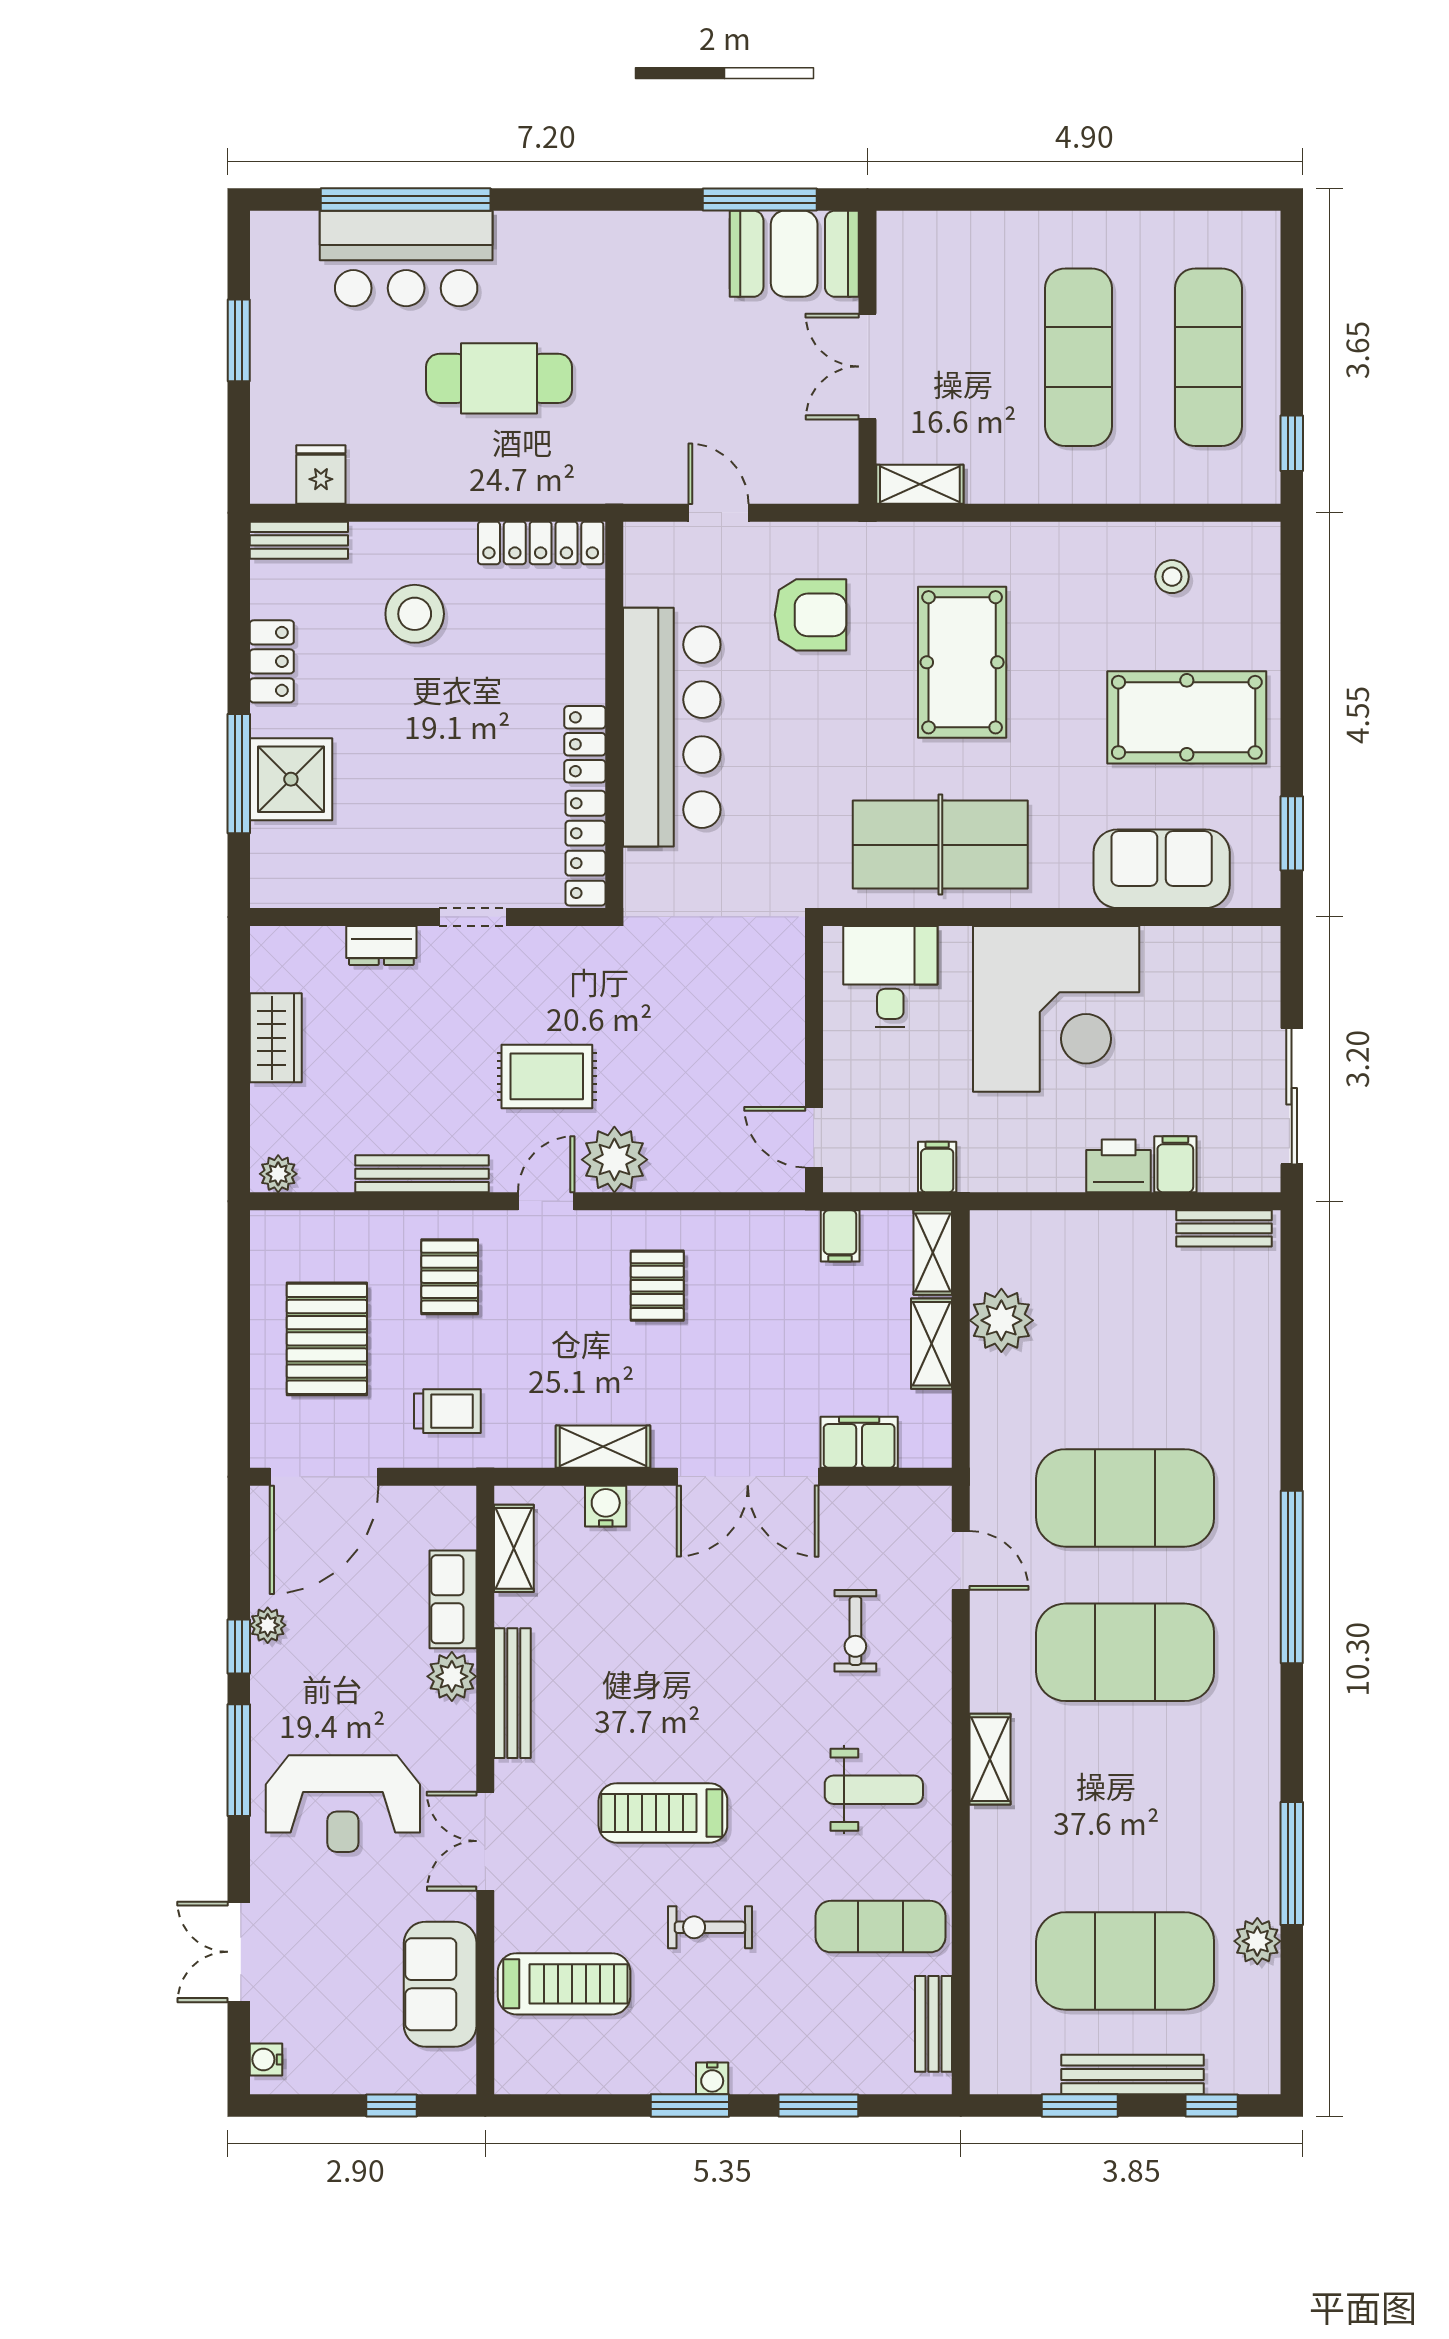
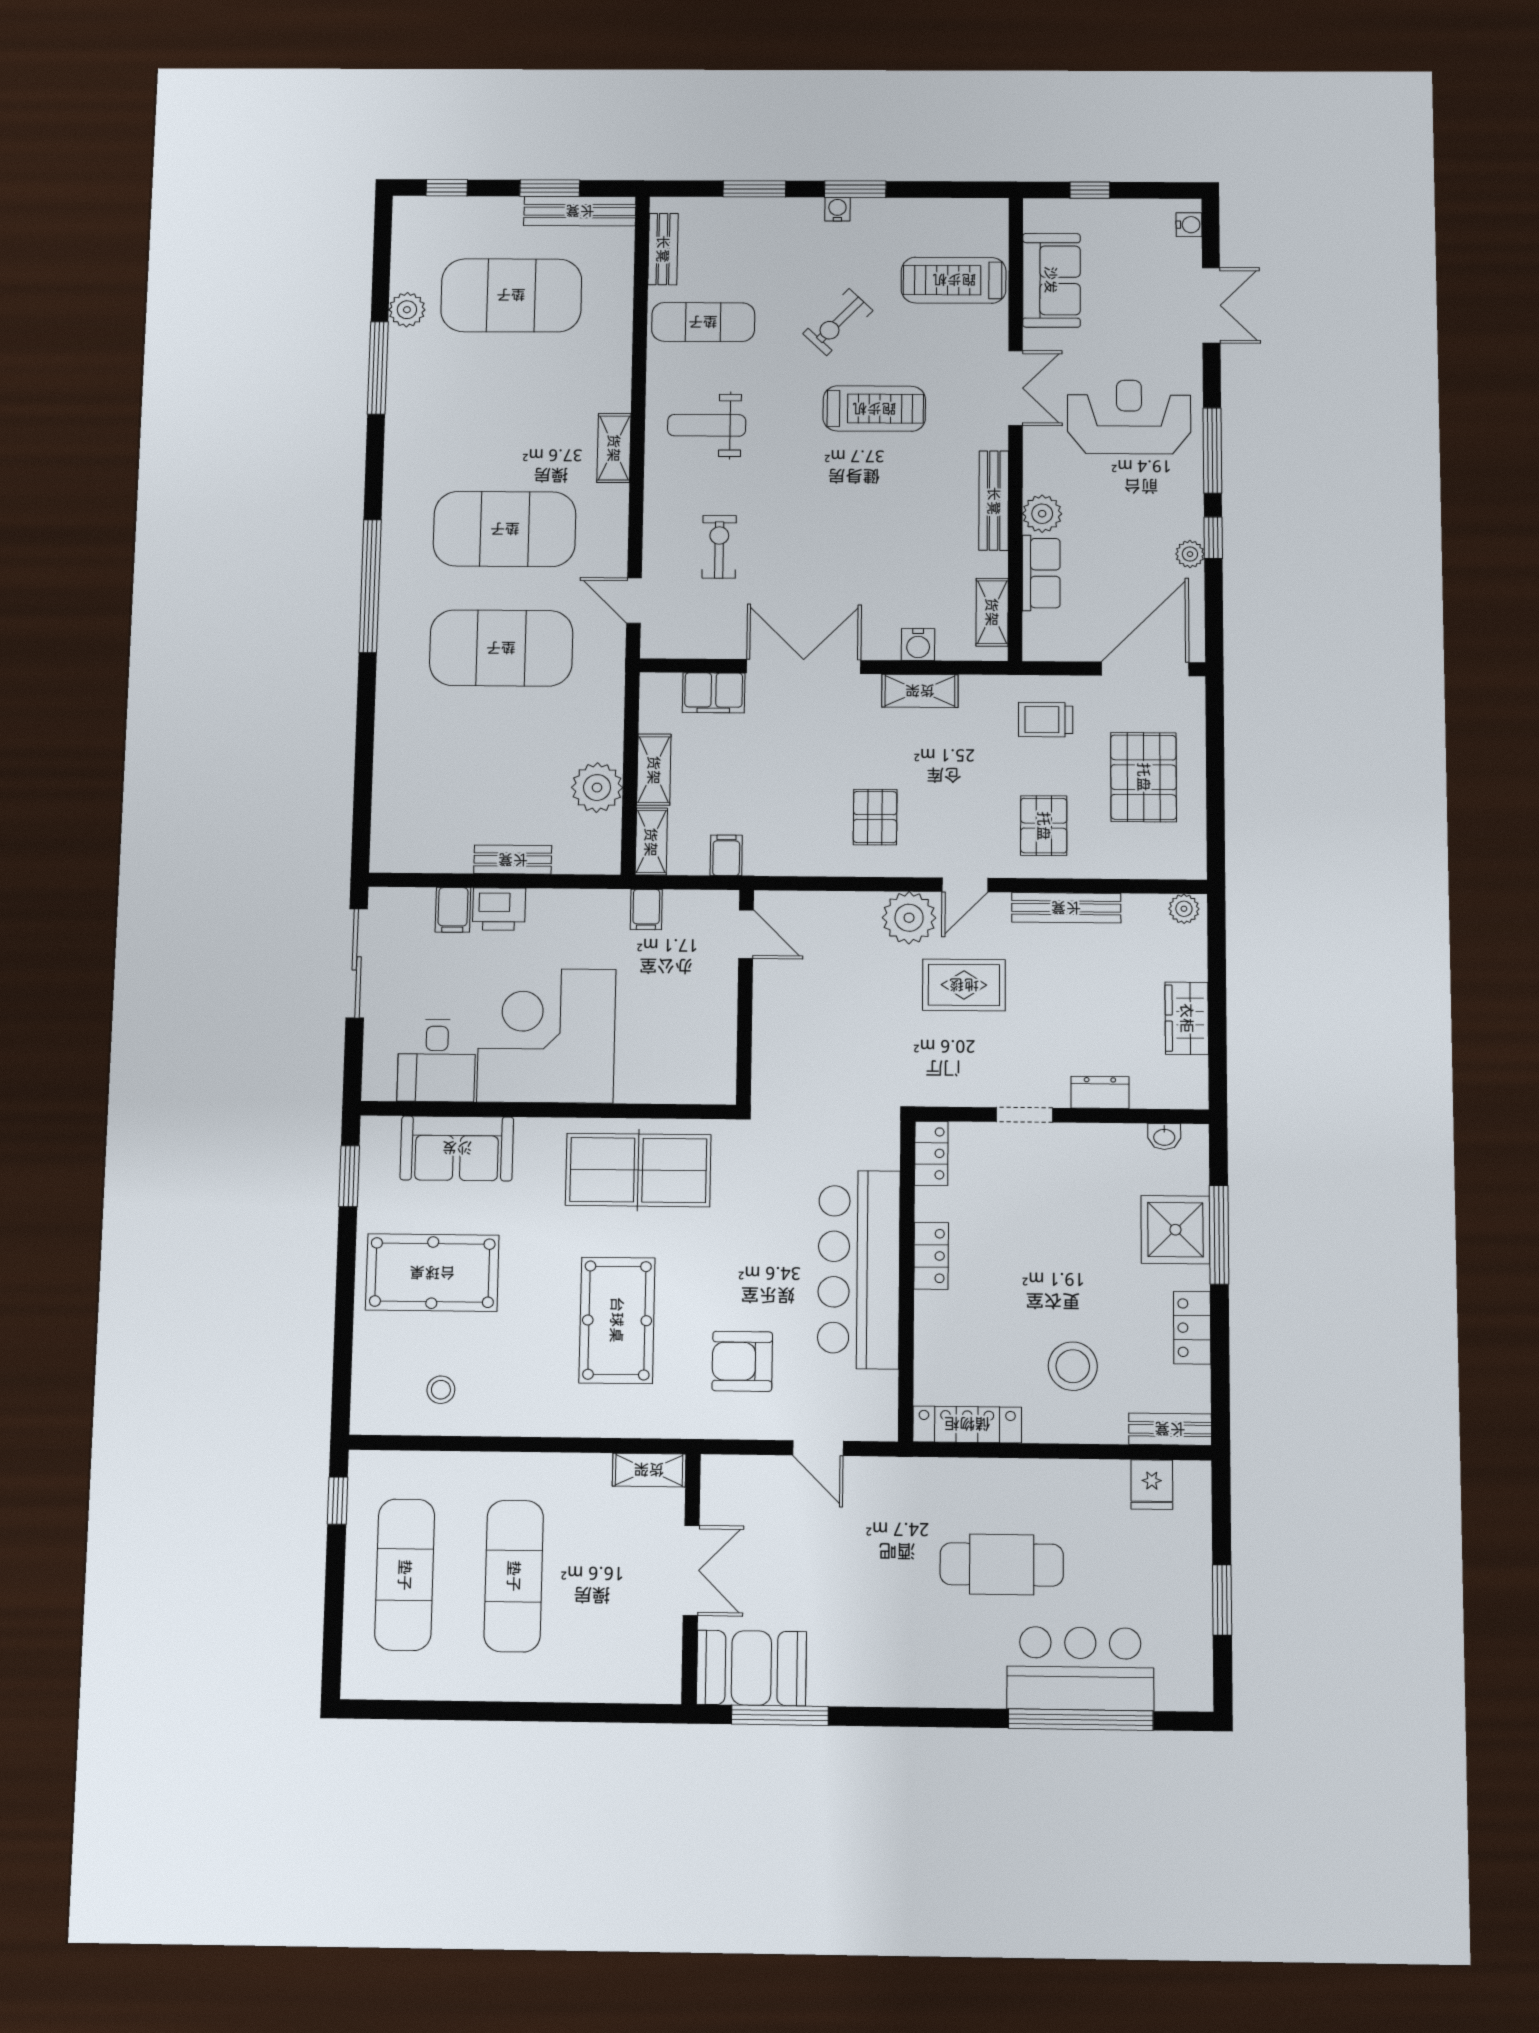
locker: (585, 848) -> (931, 1153), width x0.66
washbasin: (304, 892) -> (1164, 1137), added
desk: (890, 977) -> (437, 1061), moved
bench: (1224, 1228) -> (513, 860), moved
exercise bike: (710, 1927) -> (838, 322), turned 134
bench: (1133, 2074) -> (580, 211), moved

